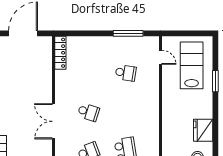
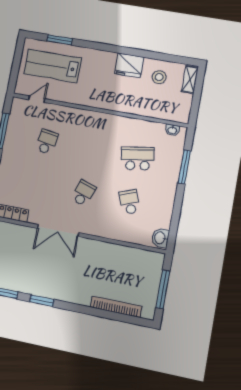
window: (215, 81) -> (60, 40), moved
double door: (54, 121) -> (58, 230), moved

